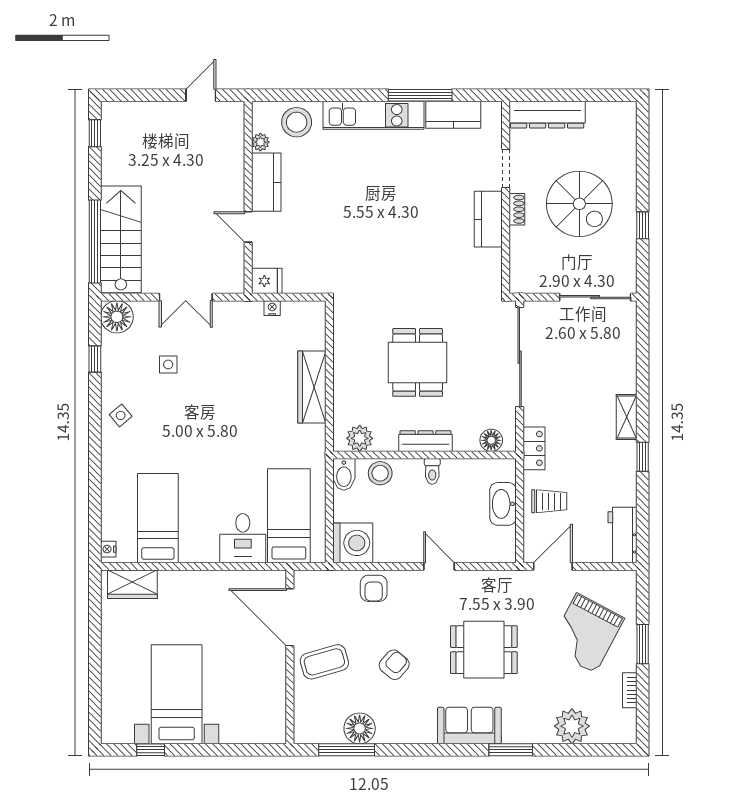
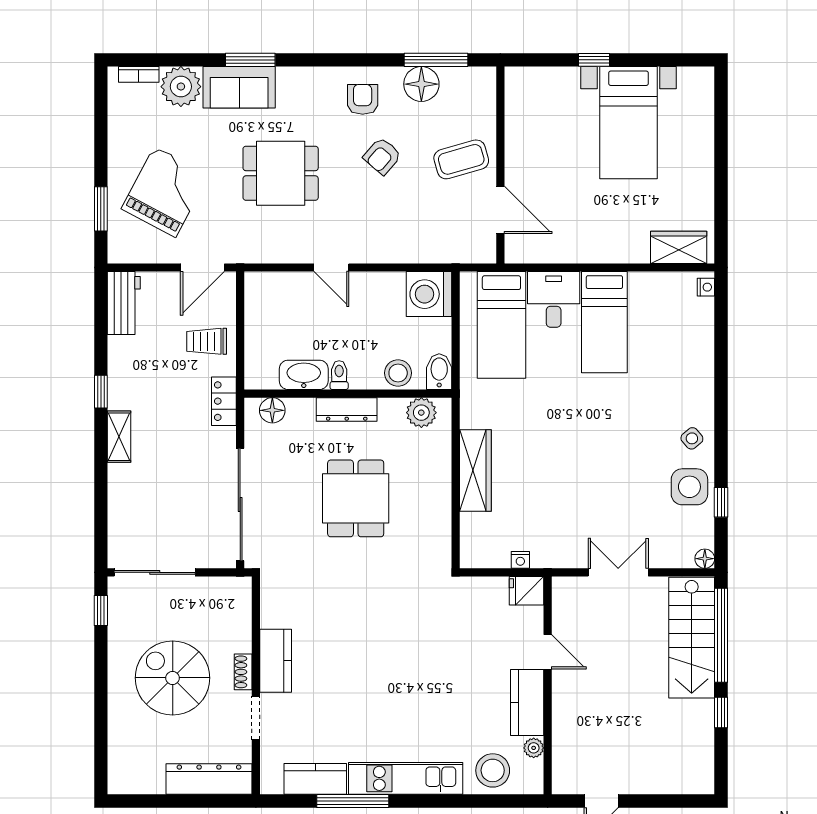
window: (95, 133) -> (721, 713), moved
window: (643, 225) -> (101, 610), moved
floor lamp: (117, 317) -> (705, 559), width x0.53, depth x0.53
side table: (168, 364) -> (689, 487), moved, width x1.87, depth x1.87
washbasin: (503, 504) -> (304, 375), moved, turned -90
bed: (158, 518) -> (604, 322), moved
armchair: (374, 588) -> (363, 99), moved
door: (290, 617) -> (500, 210), width x0.73
window: (643, 644) -> (101, 209), moved
bookcase: (630, 690) -> (139, 74), moved, turned 90
sofa: (469, 726) -> (239, 87), moved
window: (151, 750) -> (594, 60), moved

